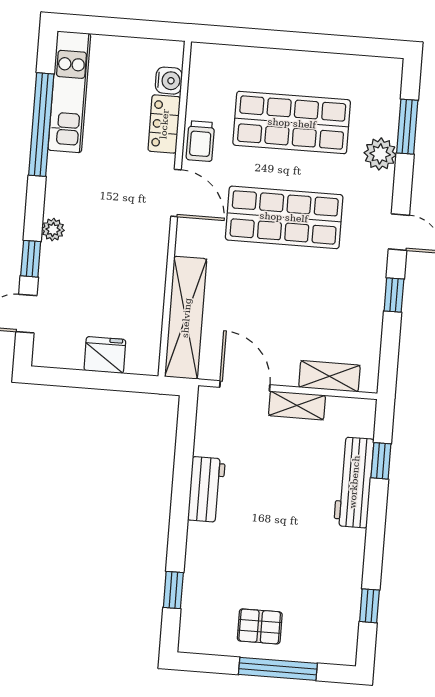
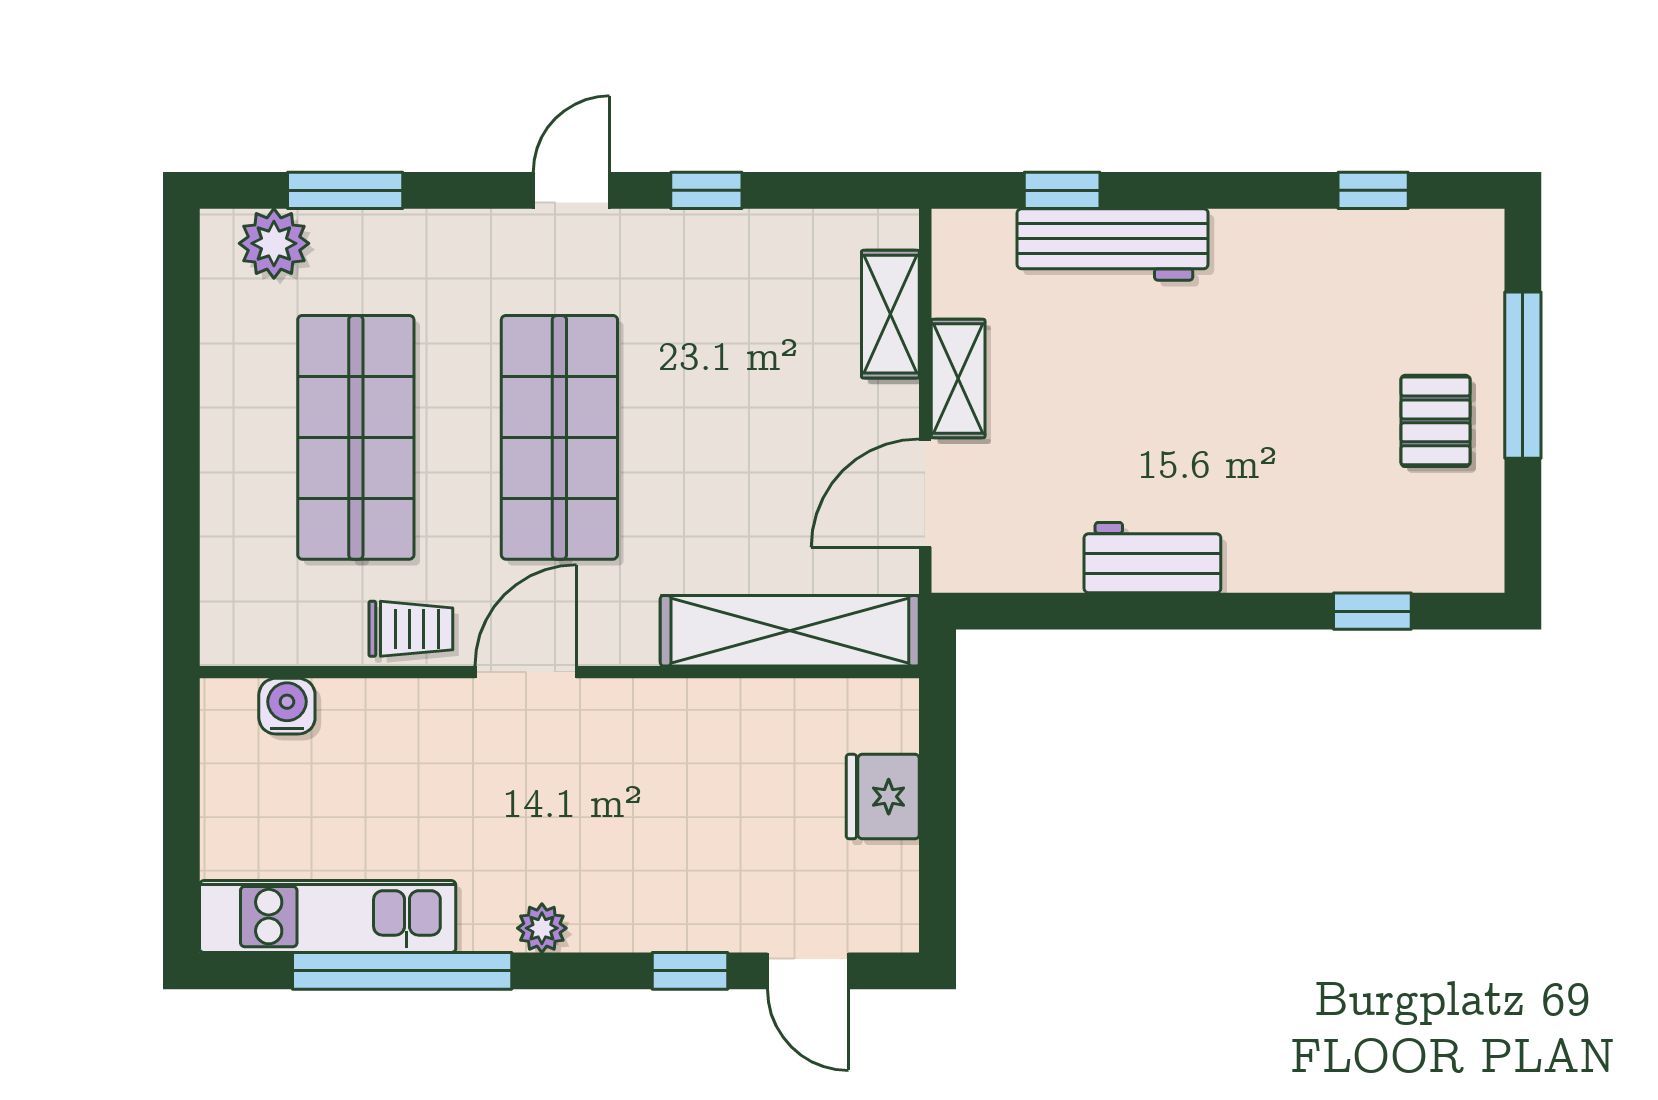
locker: (164, 124) -> (380, 709), removed
plant: (380, 154) -> (274, 243), moved
plant: (53, 230) -> (542, 928), moved

